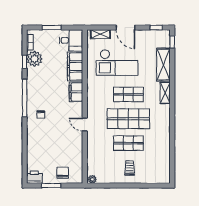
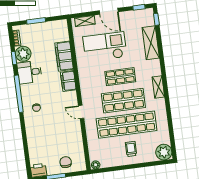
desk: (71, 40) -> (29, 72), moved, turned 180
checkout: (117, 62) -> (105, 47), turned 180
shelving: (165, 93) -> (158, 87), moved
shop shelf: (128, 143) -> (127, 125), width x2.00, depth x1.36
plant: (162, 176) -> (164, 152), added

